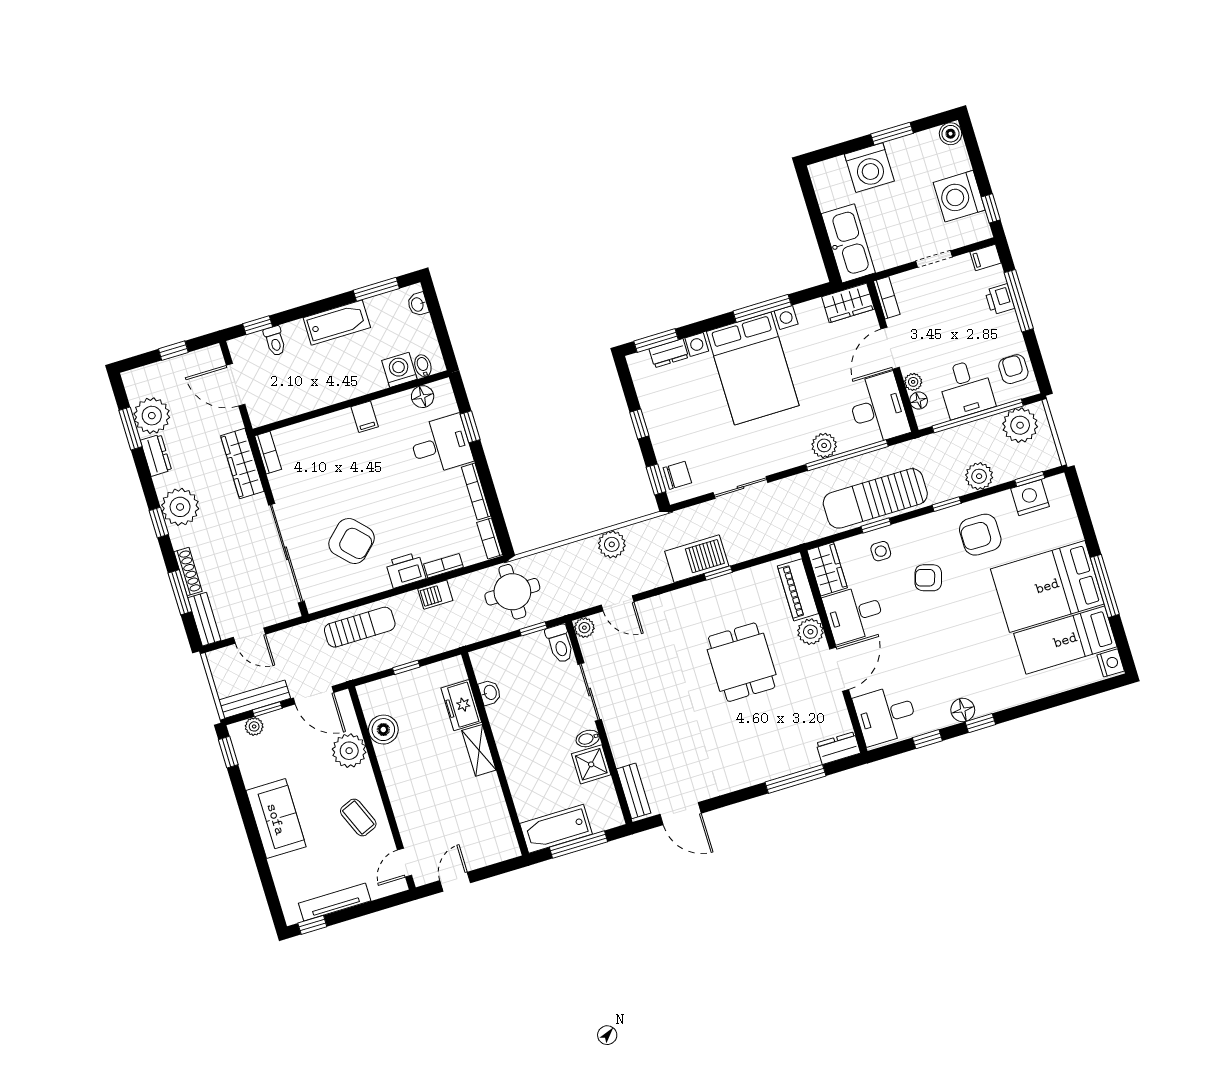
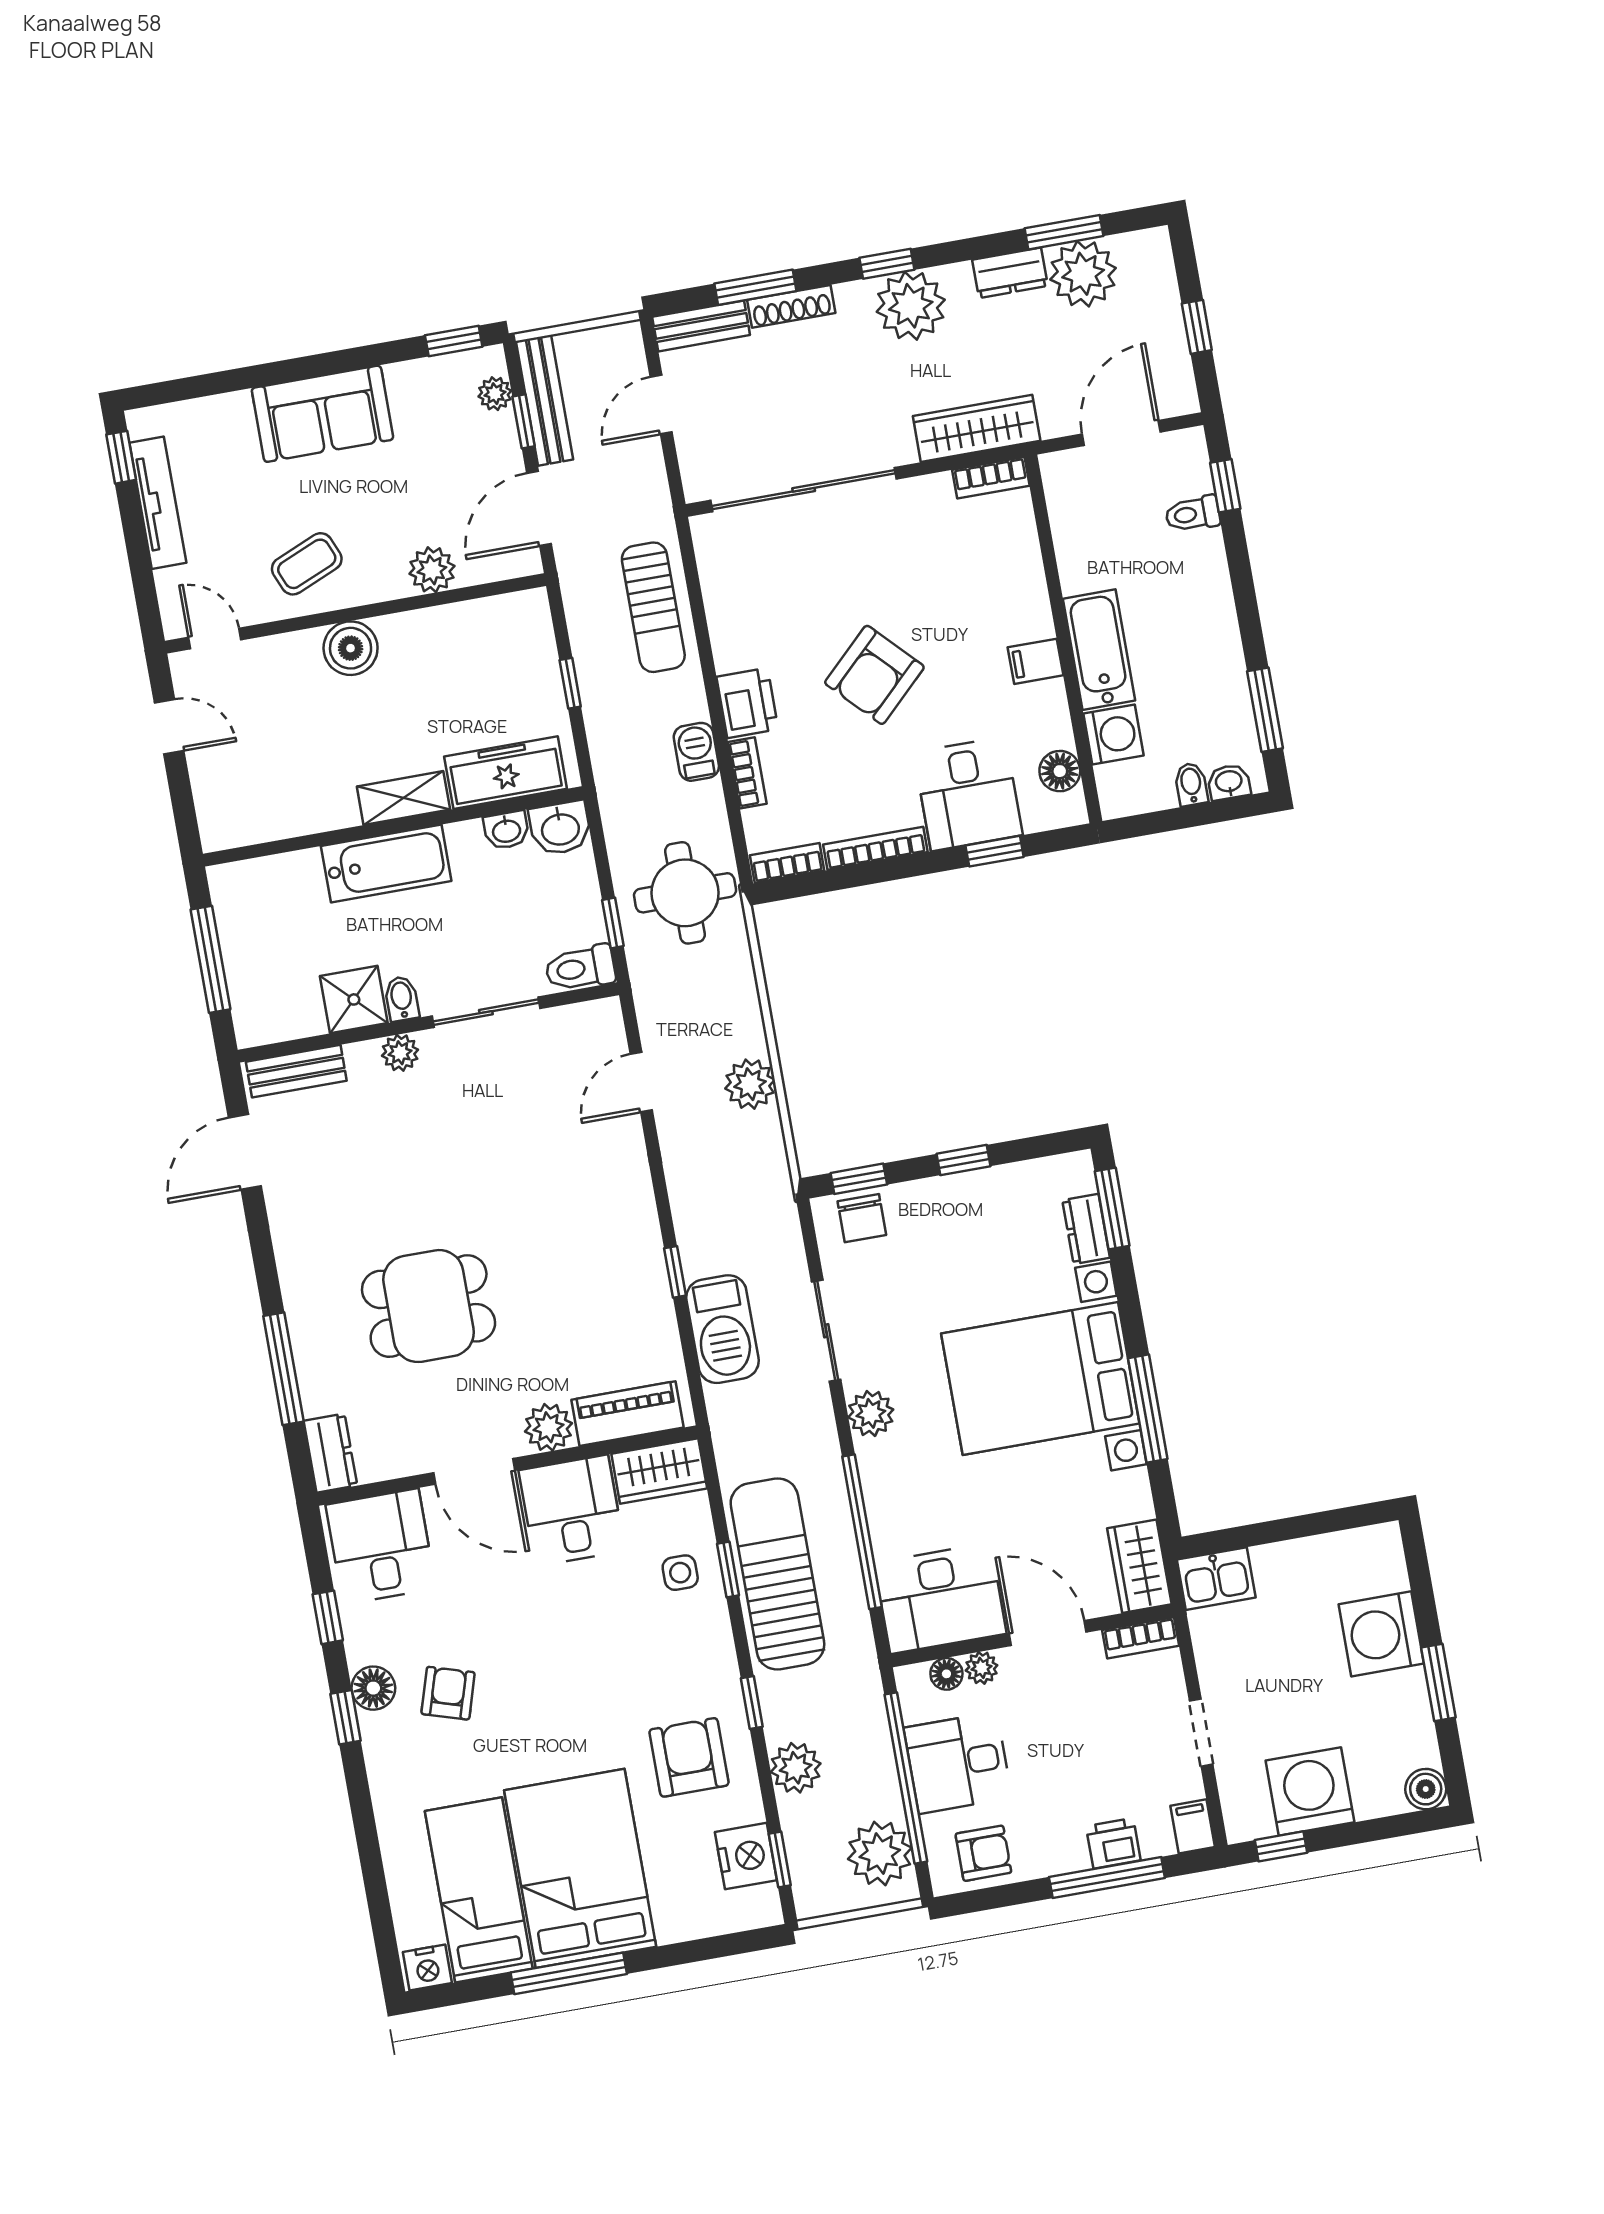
kitchen sink: (848, 243) -> (1216, 1579), width x0.53, depth x0.81
bathtub: (337, 323) -> (1099, 650), moved, turned 180
bidet: (423, 366) -> (1191, 784), moved, turned -90
plant: (824, 445) -> (871, 1413), moved
armchair: (352, 541) -> (874, 675), moved
barbecue: (697, 559) -> (722, 1329), moved
armchair: (928, 578) -> (448, 1693), moved
plant: (584, 628) -> (400, 1053), moved
dining table: (742, 662) -> (429, 1306), moved
washbasin: (485, 664) -> (560, 828), added
freezer: (461, 705) -> (506, 773), width x1.40
boiler: (383, 730) -> (351, 648), moved
plant: (349, 751) -> (432, 570), width x0.73, depth x0.73
bathtub: (556, 829) -> (386, 864), moved, turned 90

